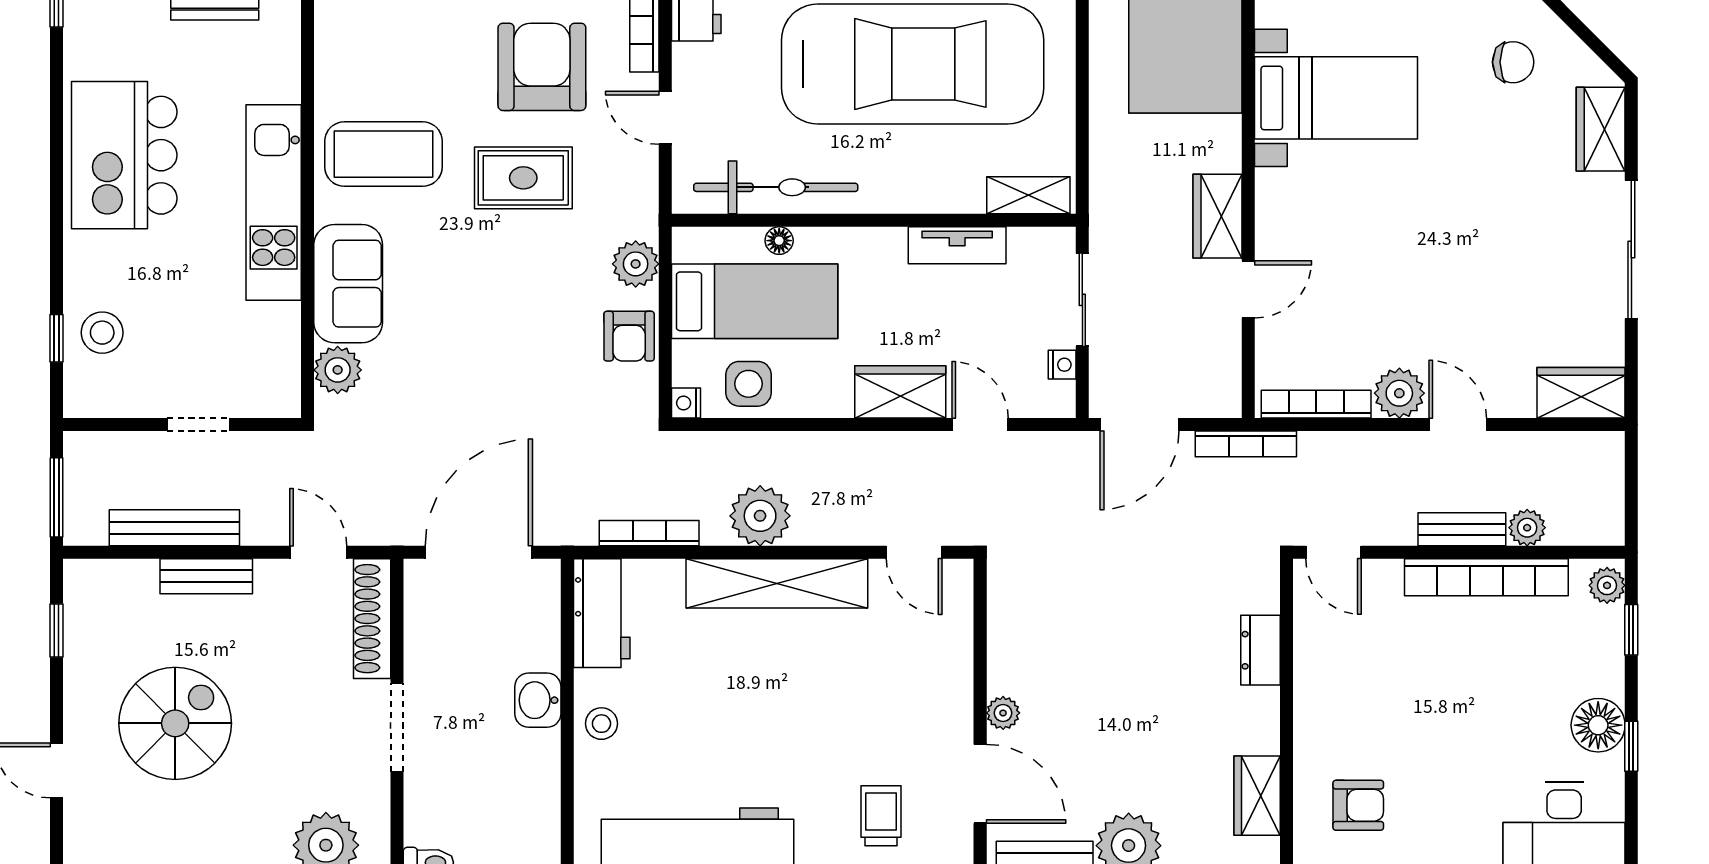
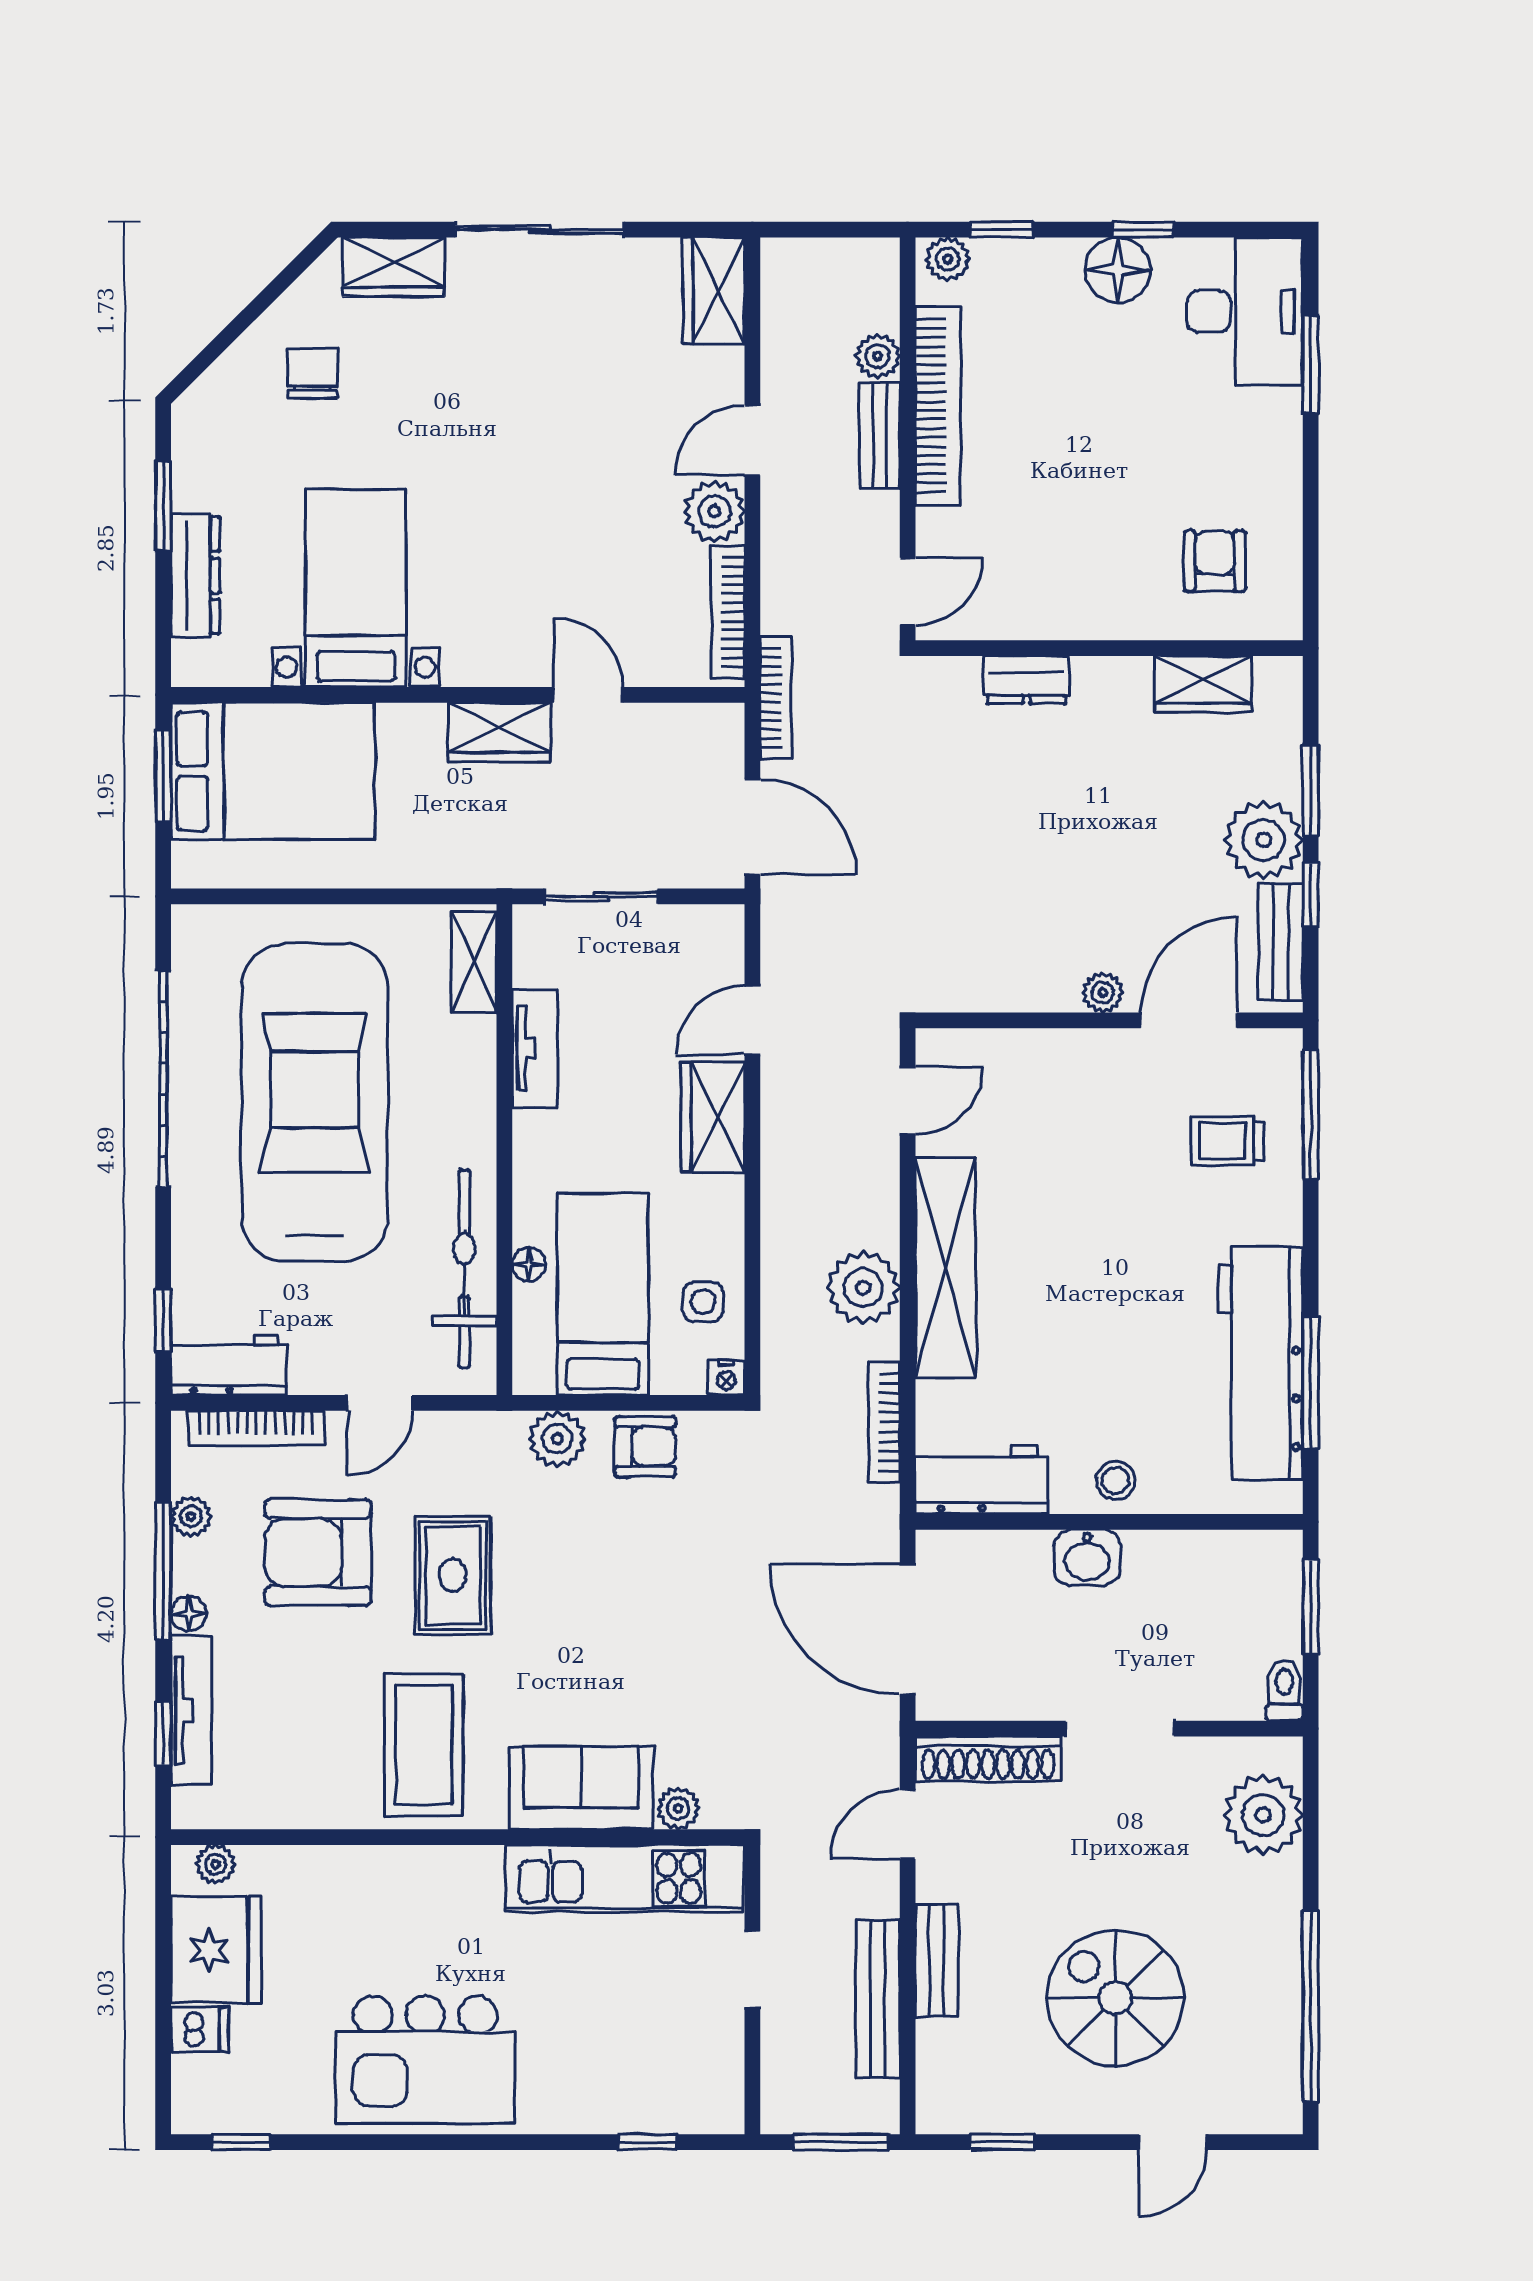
kitchen unit: (274, 203) -> (624, 1878), moved
stool: (102, 333) -> (641, 2087), removed
nightstand: (1062, 365) -> (680, 921), removed
plant: (338, 370) -> (678, 1808), width x0.73, depth x0.73
side table: (748, 384) -> (703, 1302), width x0.73, depth x0.73

